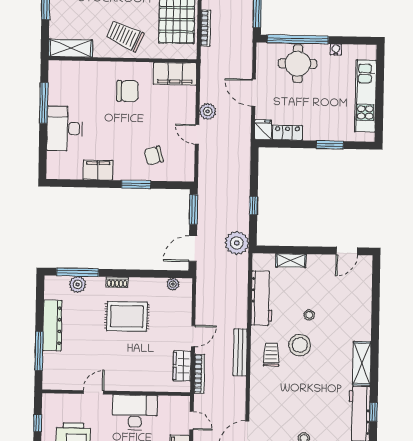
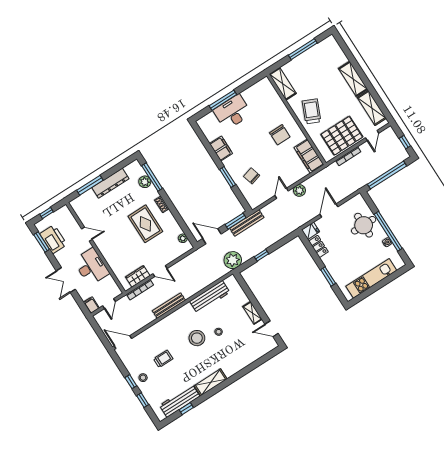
window: (298, 39) -> (388, 231), moved
window: (44, 103) -> (223, 100), moved
bench: (204, 198) -> (247, 223), added
shelving: (291, 261) -> (252, 313), moved
trolley: (271, 355) -> (163, 359), moved

